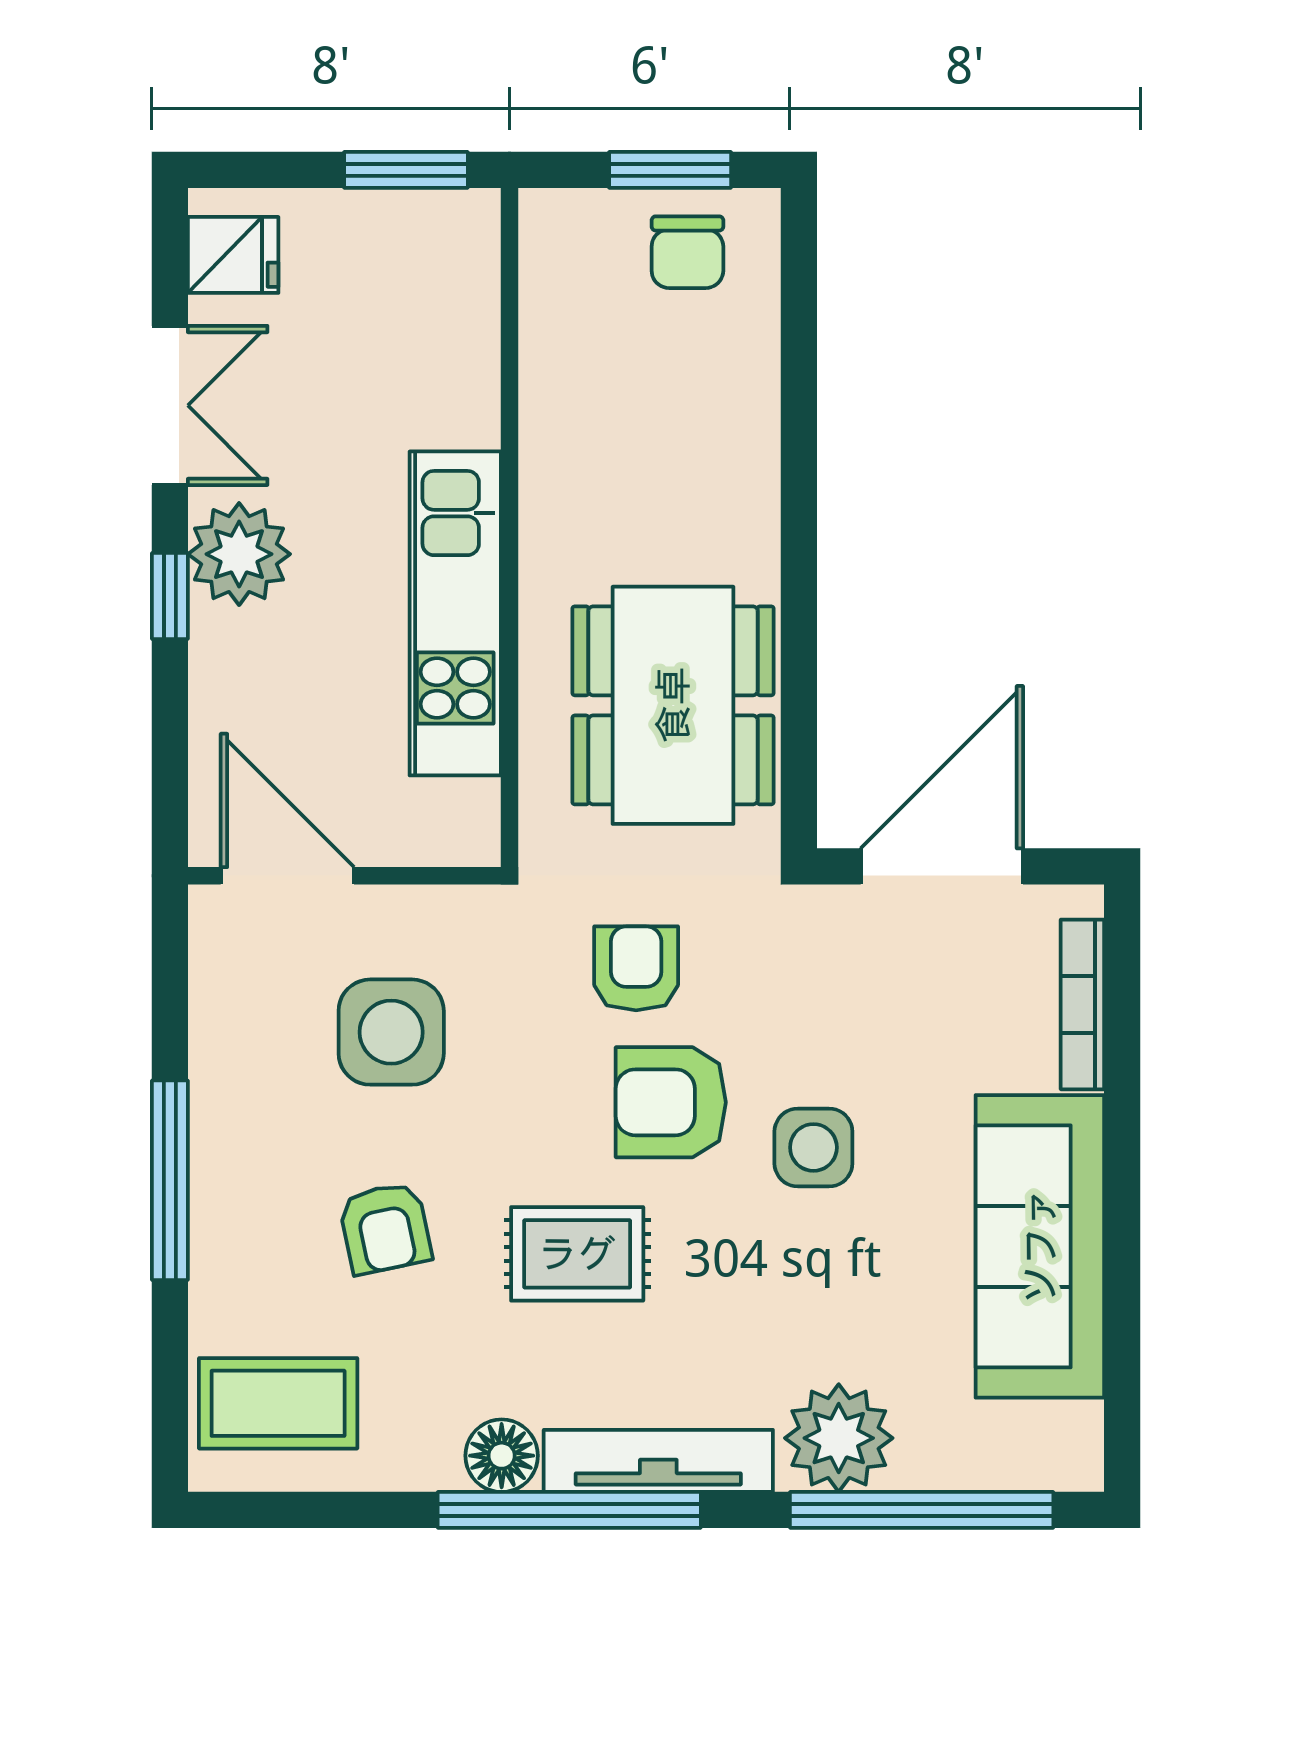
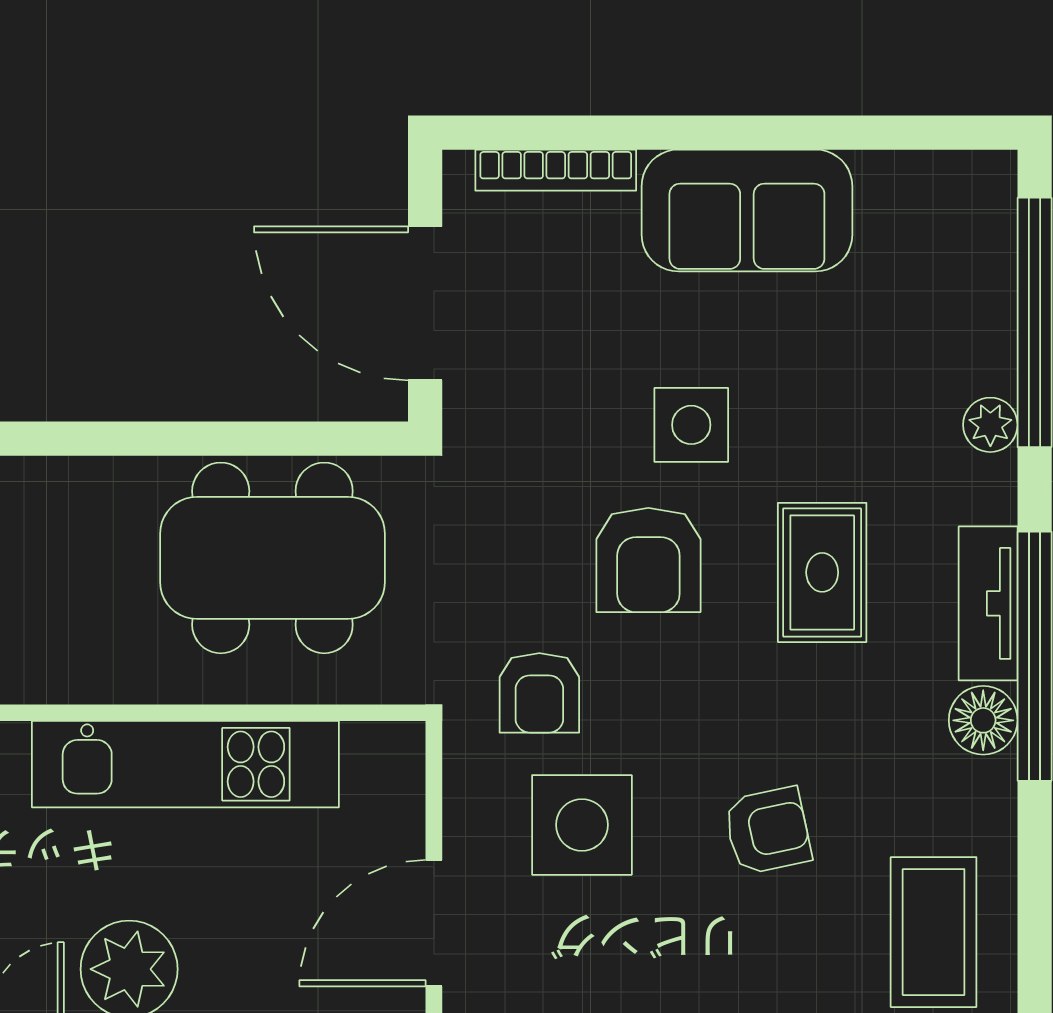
armchair: (636, 968) -> (539, 693), moved, turned -90
sofa: (1040, 1246) -> (747, 210), width x0.73
rug: (577, 1254) -> (822, 572), moved
plant: (839, 1438) -> (990, 425), width x0.53, depth x0.53
tv unit: (658, 1461) -> (988, 603), width x0.71

